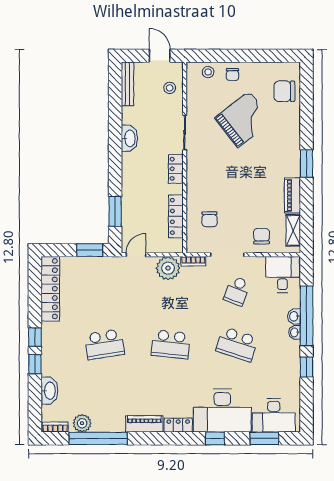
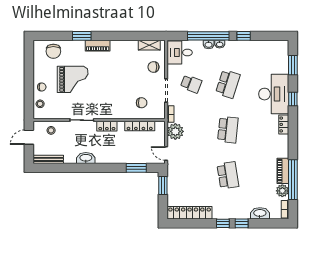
grand piano: (244, 119) -> (73, 79), turned 128
window: (307, 163) -> (82, 36), moved
piano: (292, 195) -> (98, 46), moved
desk: (274, 415) -> (277, 59), removed
piano: (144, 424) -> (283, 171), moved

